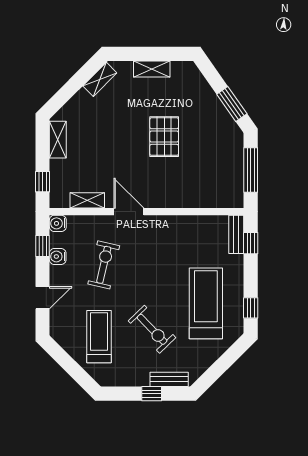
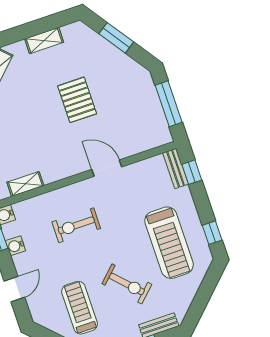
window: (232, 104) -> (116, 38), moved
door: (129, 212) -> (107, 168), moved
exercise bike: (104, 265) -> (76, 225), moved, turned -103
treadmill: (206, 303) -> (169, 243), turned 180

